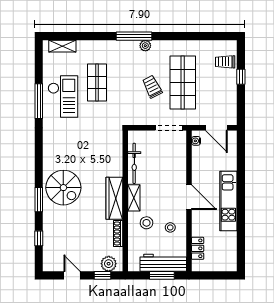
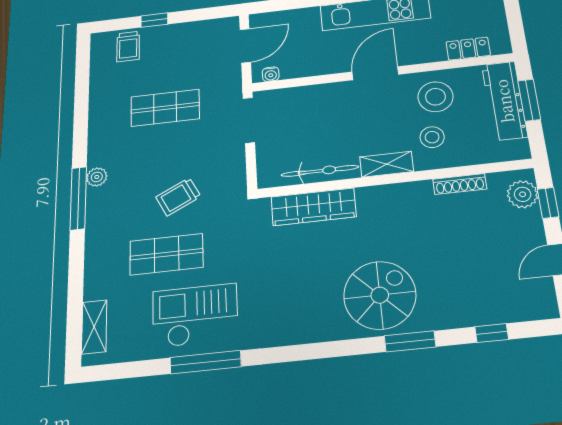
shop shelf: (183, 83) -> (165, 108), width x0.70, depth x0.74
trolley: (152, 87) -> (178, 197), moved
wardrobe: (114, 198) -> (314, 207), moved
stool: (170, 227) -> (435, 97), width x1.89, depth x1.89

